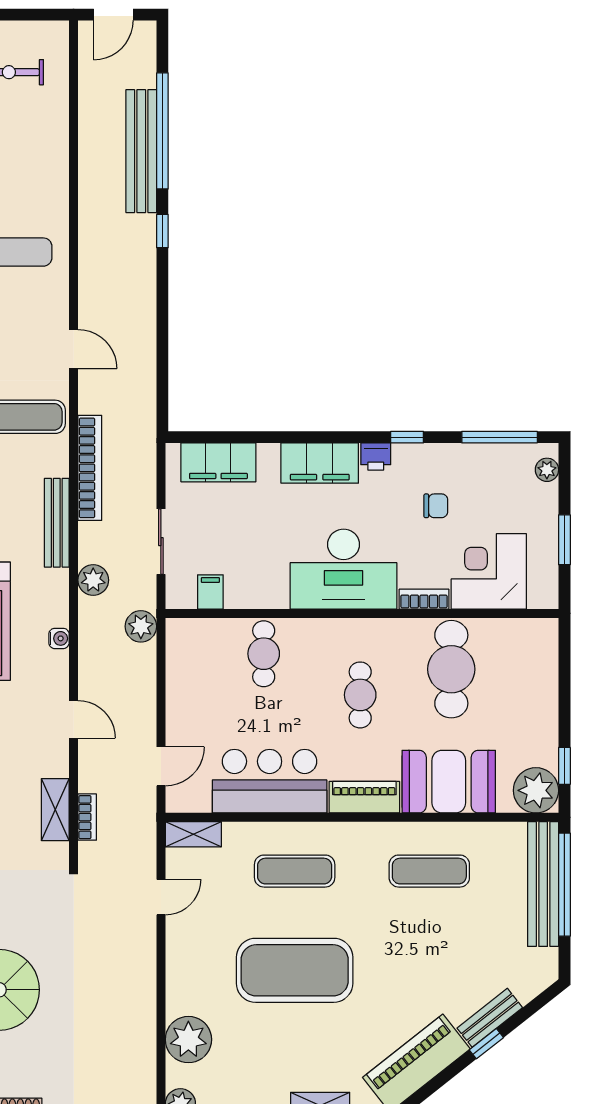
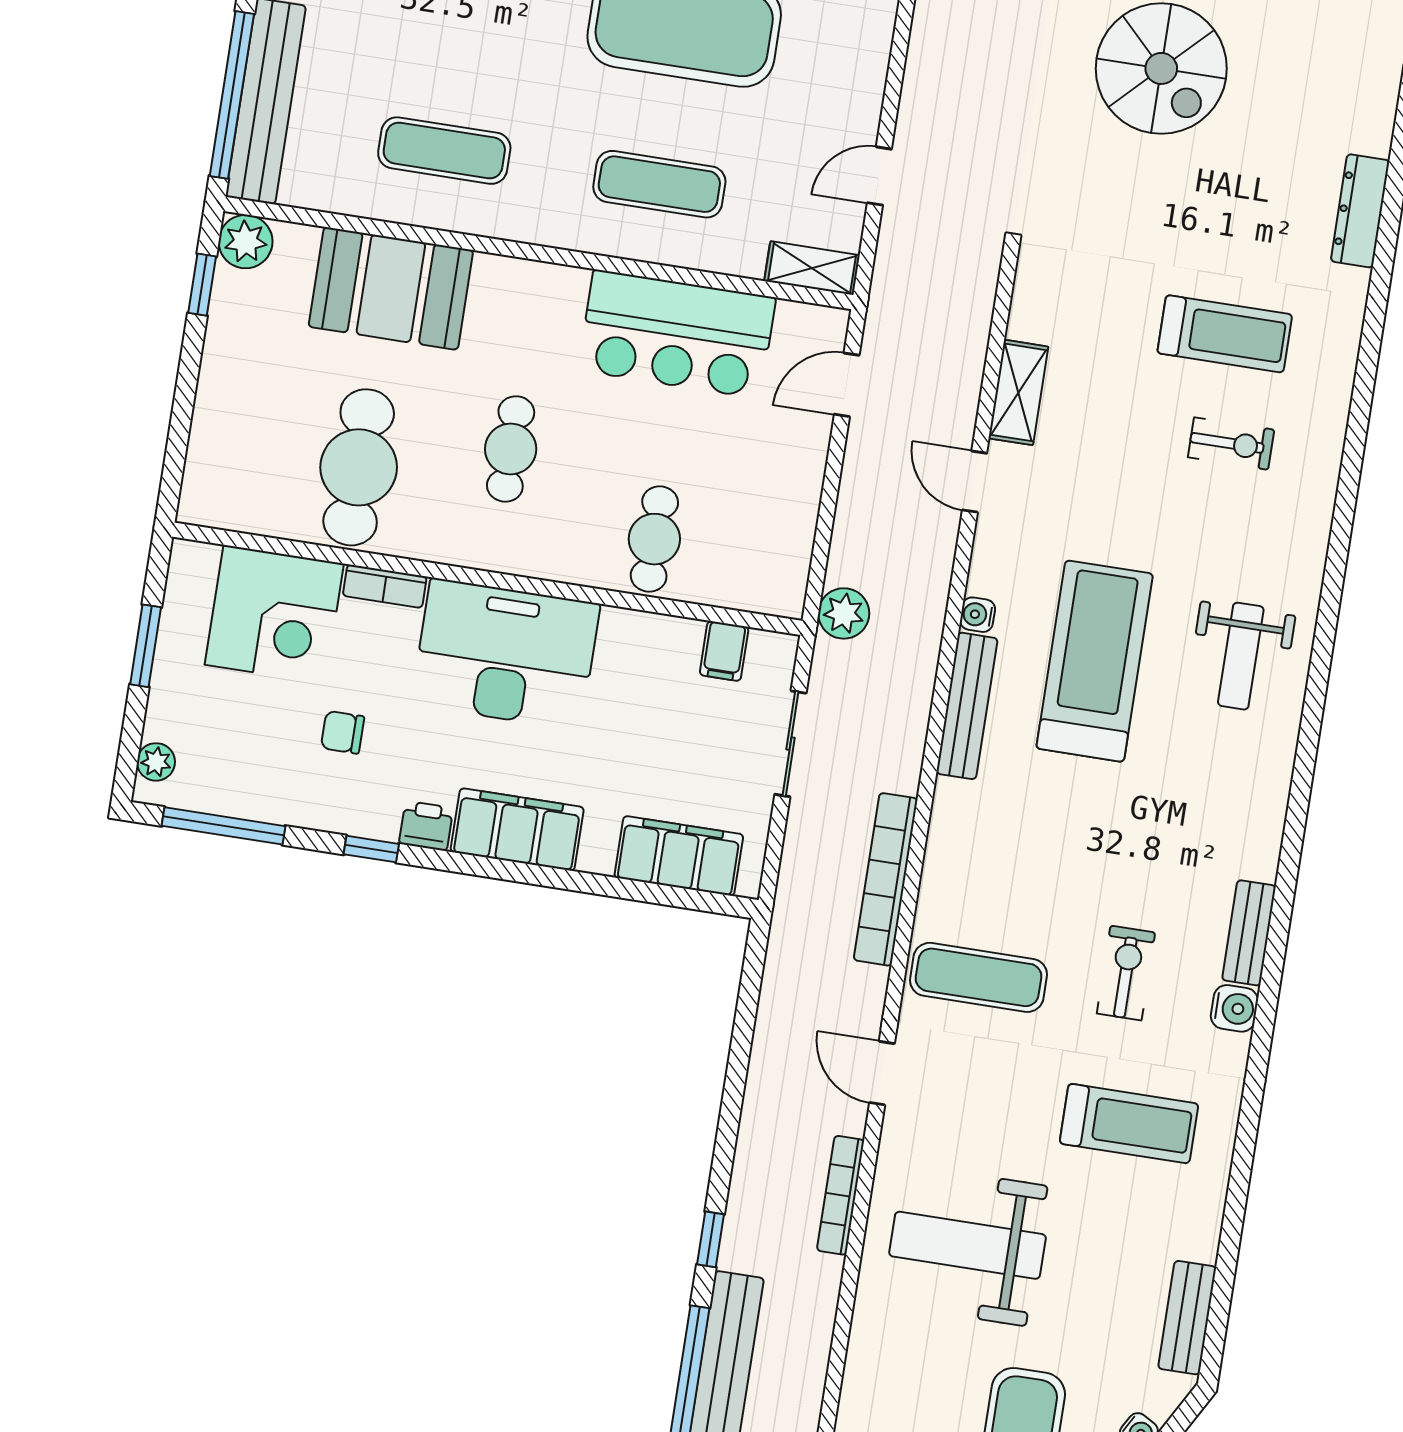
bench: (57, 523) -> (967, 706), moved
plant: (93, 580) -> (908, 699), removed
plant: (536, 790) -> (246, 242), width x0.73, depth x0.73
piano: (364, 797) -> (529, 285), removed
shelving: (55, 810) -> (1018, 392), moved
bookcase: (87, 817) -> (841, 1195), moved, width x1.56

